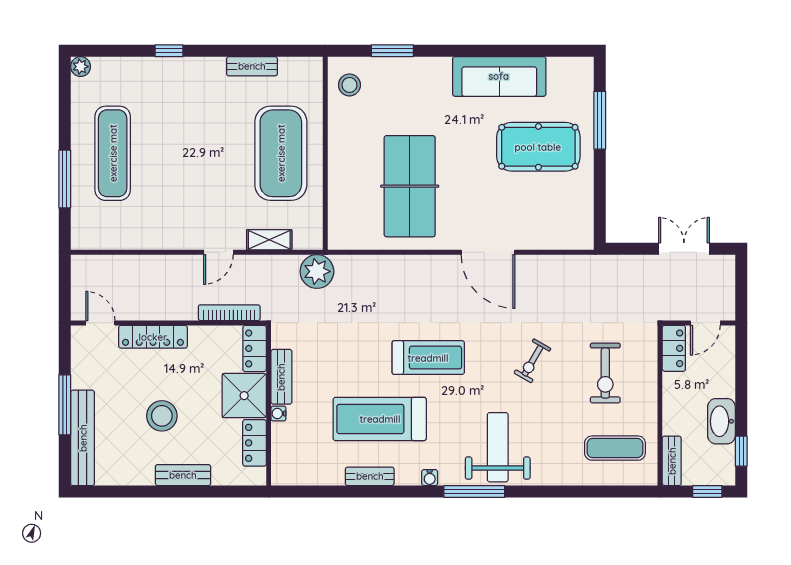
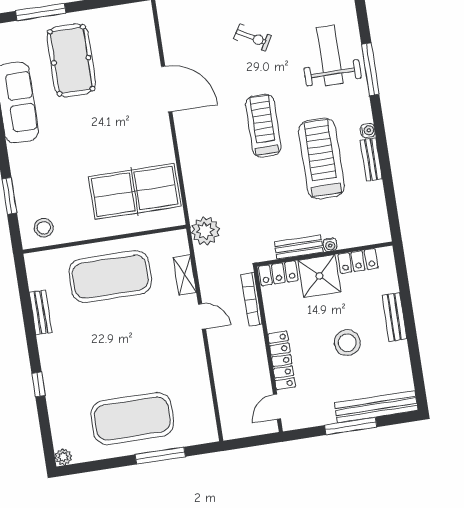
exercise mat: (113, 153) -> (132, 419), width x1.47
table tennis table: (410, 186) -> (135, 191), moved
door: (488, 252) -> (167, 89), hinge flipped
treadmill: (380, 419) -> (321, 159), turned 180
weight bench: (498, 447) -> (330, 55), turned 90
water cooler: (430, 478) -> (368, 131), moved

